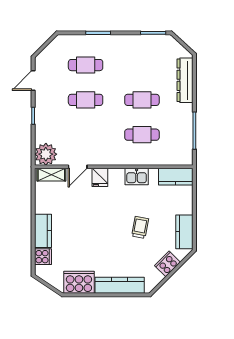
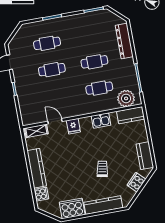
plant: (46, 154) -> (126, 98), moved
door: (78, 167) -> (55, 121), swing flipped
trolley: (140, 227) -> (102, 169), moved
kitchen counter: (43, 231) -> (37, 168), width x1.50

